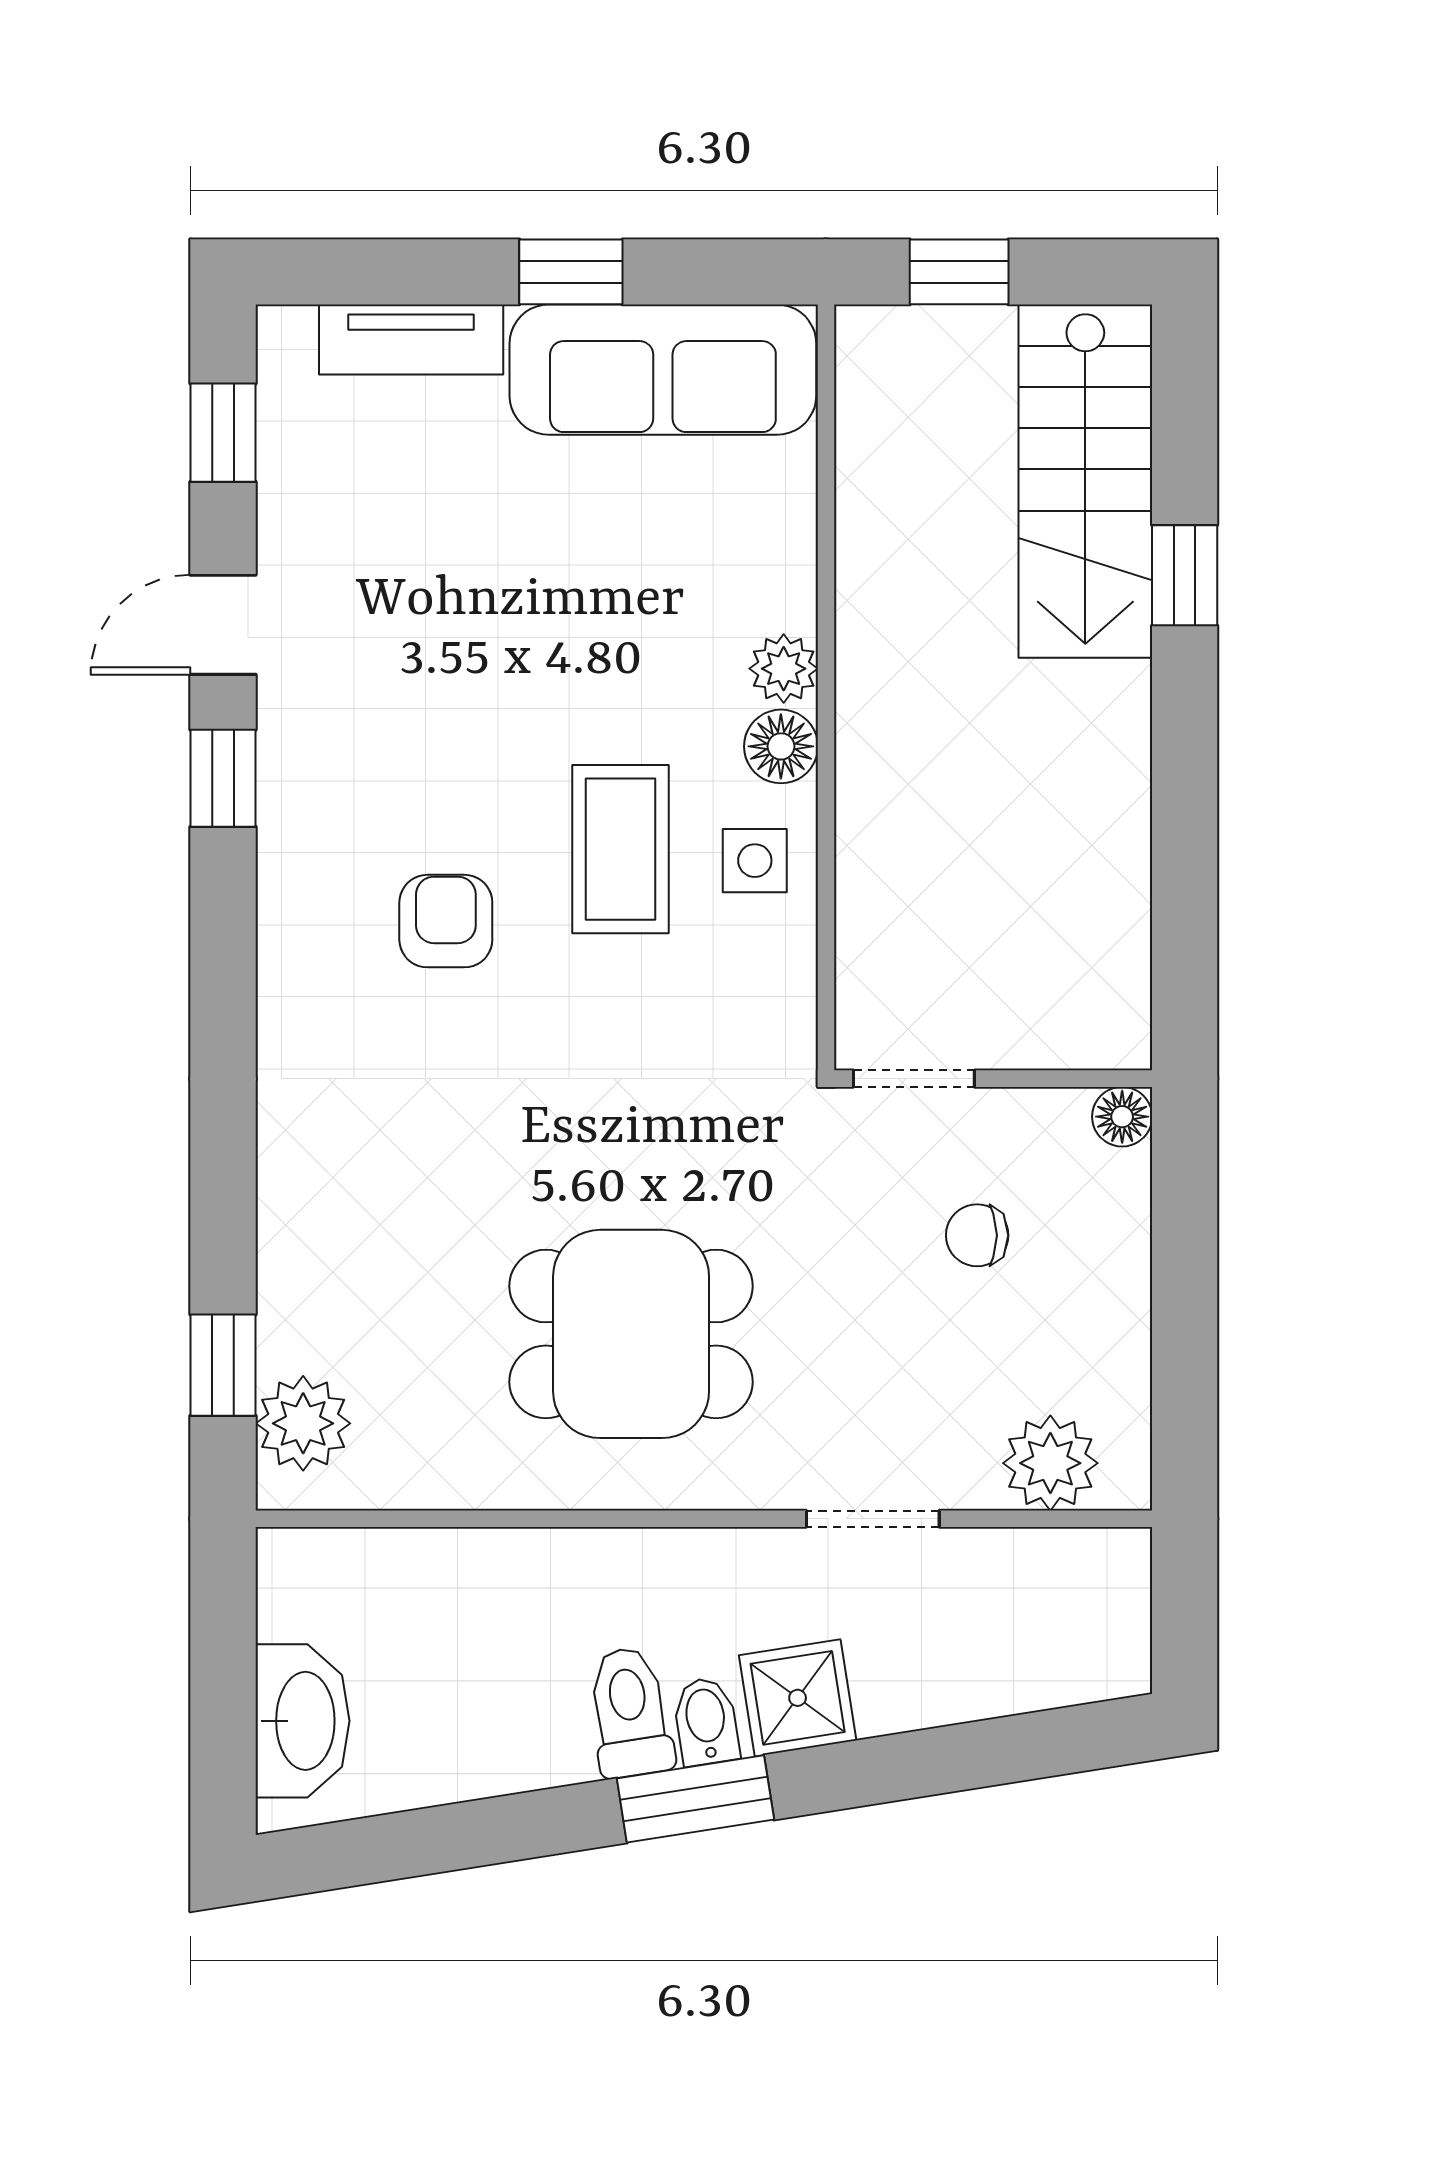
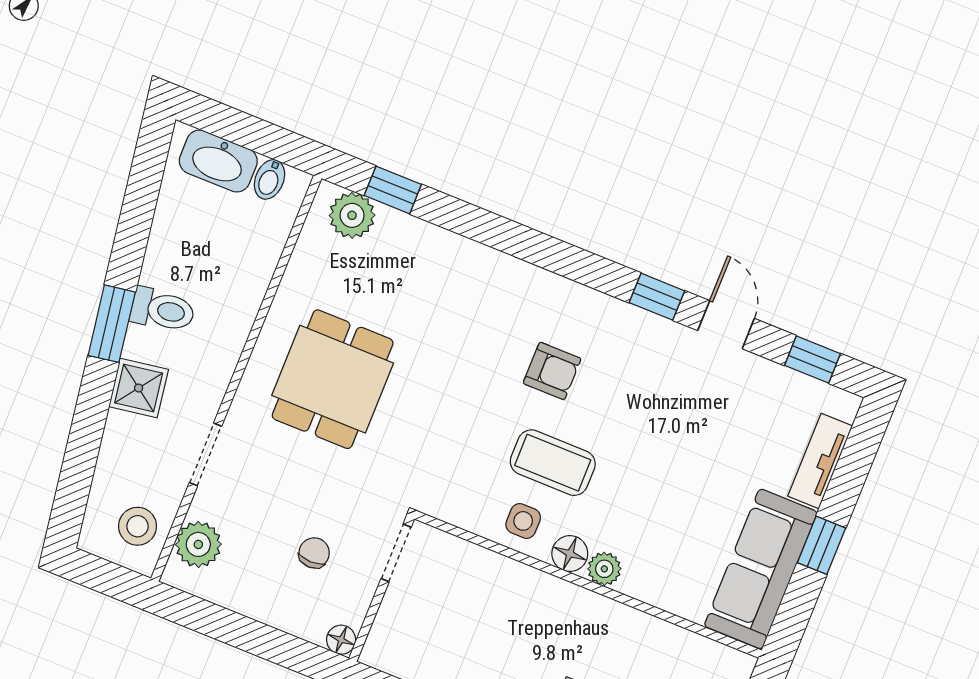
stool: (1062, 1593) -> (138, 526), added
bidet: (706, 1721) -> (269, 179), moved, turned 99

